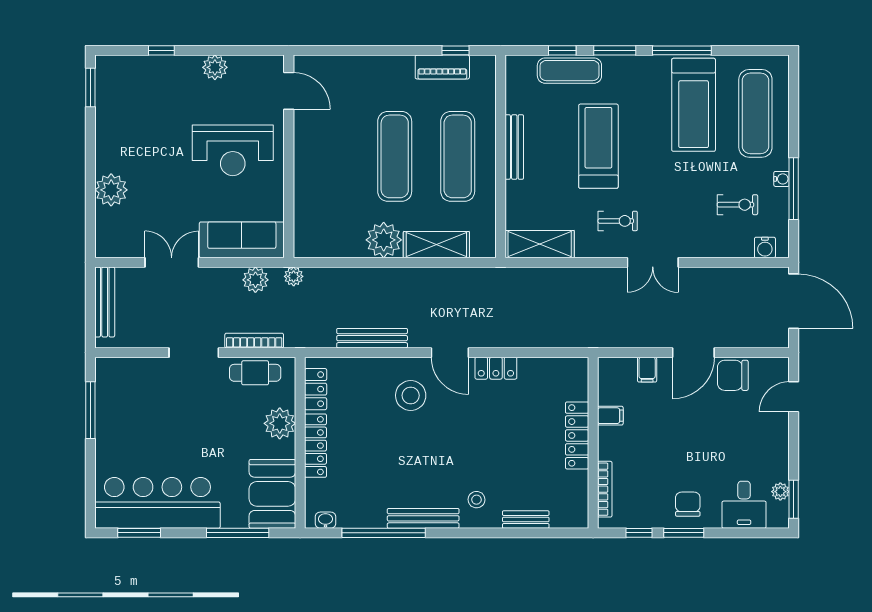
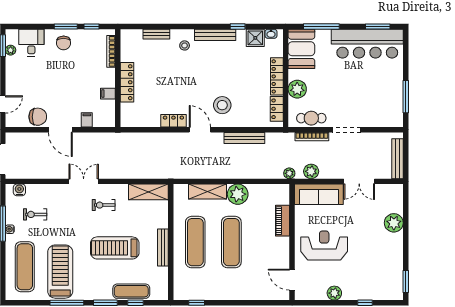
piano: (442, 67) -> (283, 221), moved, turned -90
treadmill: (598, 146) -> (115, 248), turned 90
door: (693, 353) -> (60, 130), swing flipped
shower: (353, 513) -> (255, 38), added
window: (384, 533) -> (238, 26), width x0.32

